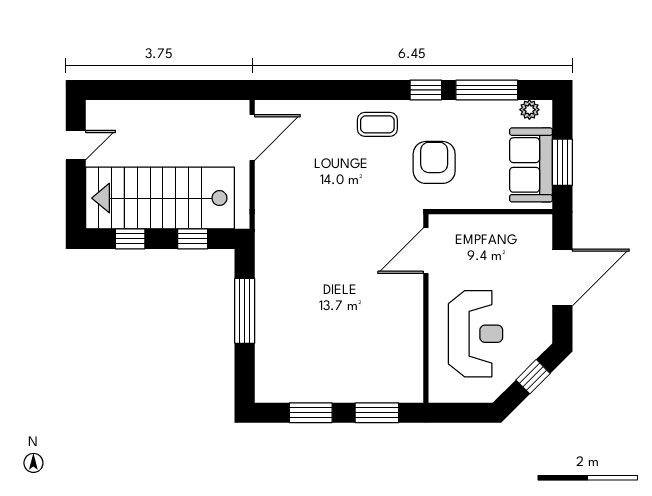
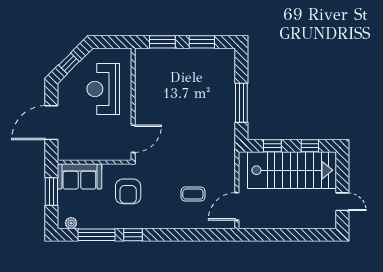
coffee table: (377, 124) -> (193, 194), moved
door: (76, 145) -> (342, 202), swing flipped
sofa: (531, 165) -> (79, 176), moved, turned 90

